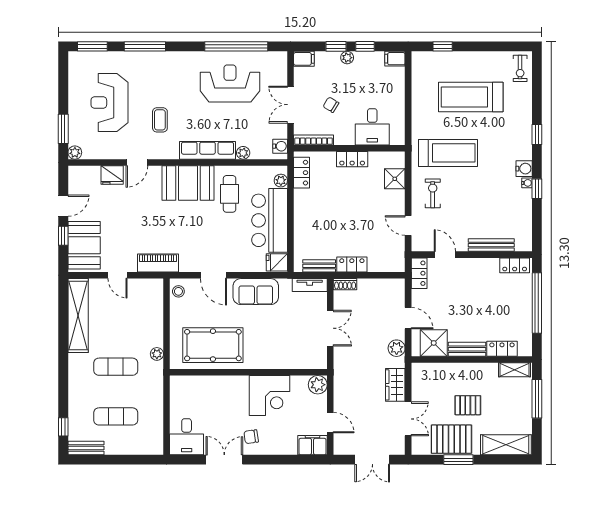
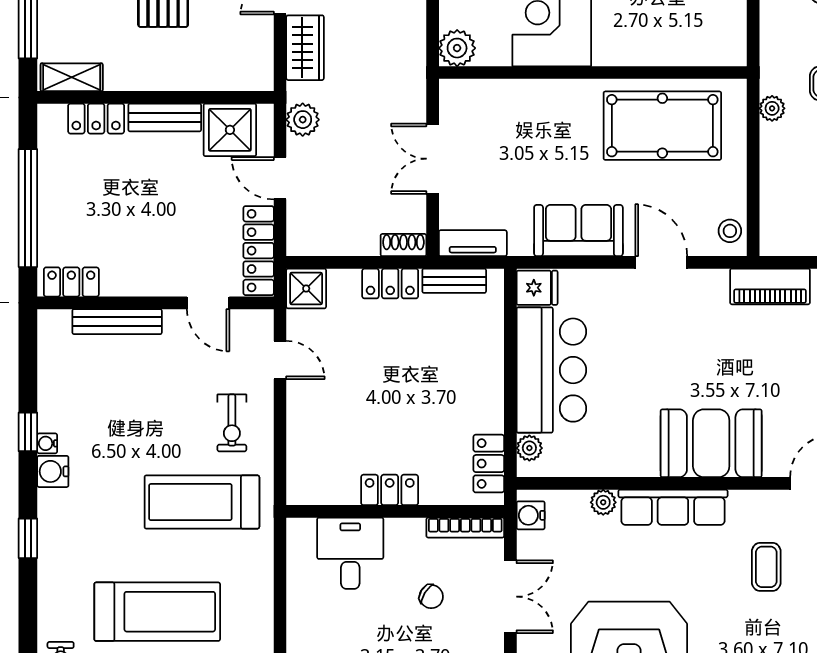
shower: (395, 179) -> (306, 289), moved
cafe table: (230, 194) -> (630, 422), removed
locker: (419, 273) -> (259, 251), width x1.53

